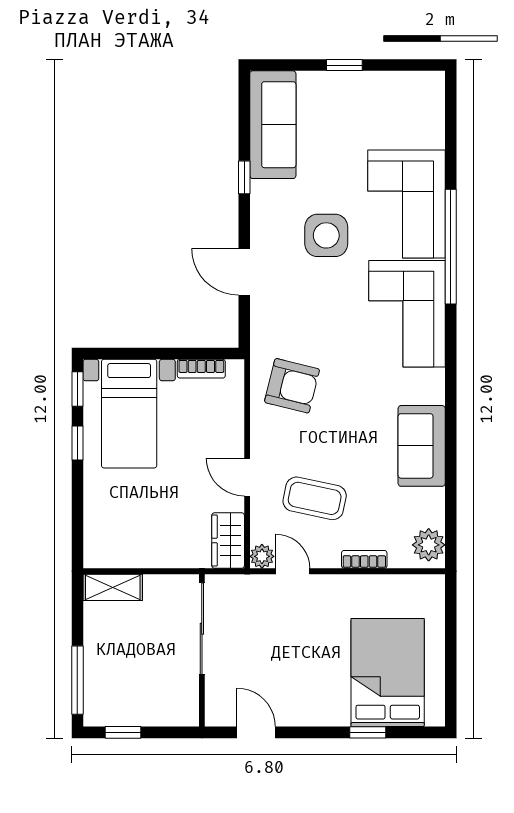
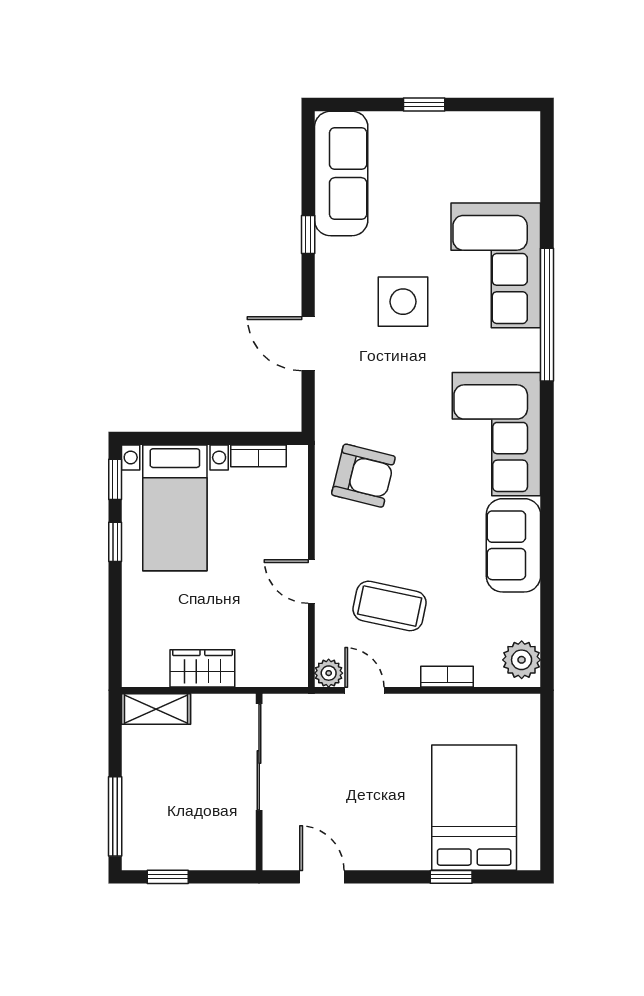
corner sofa: (407, 314) -> (496, 434), moved
wardrobe: (228, 541) -> (202, 668), moved, turned 90

